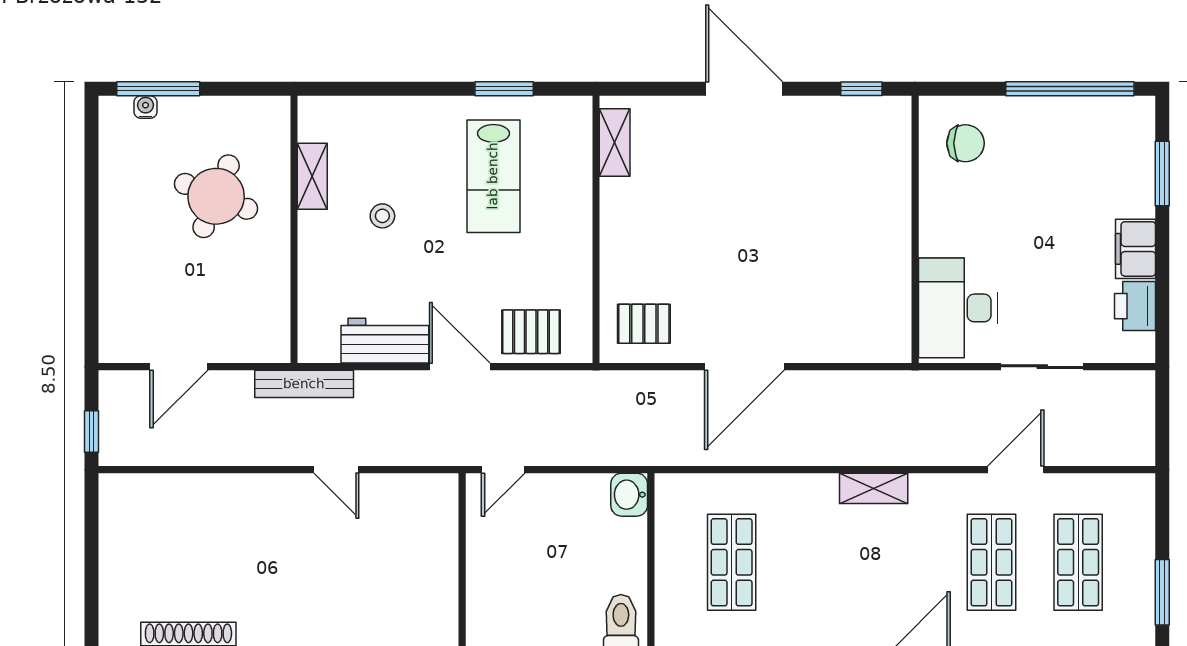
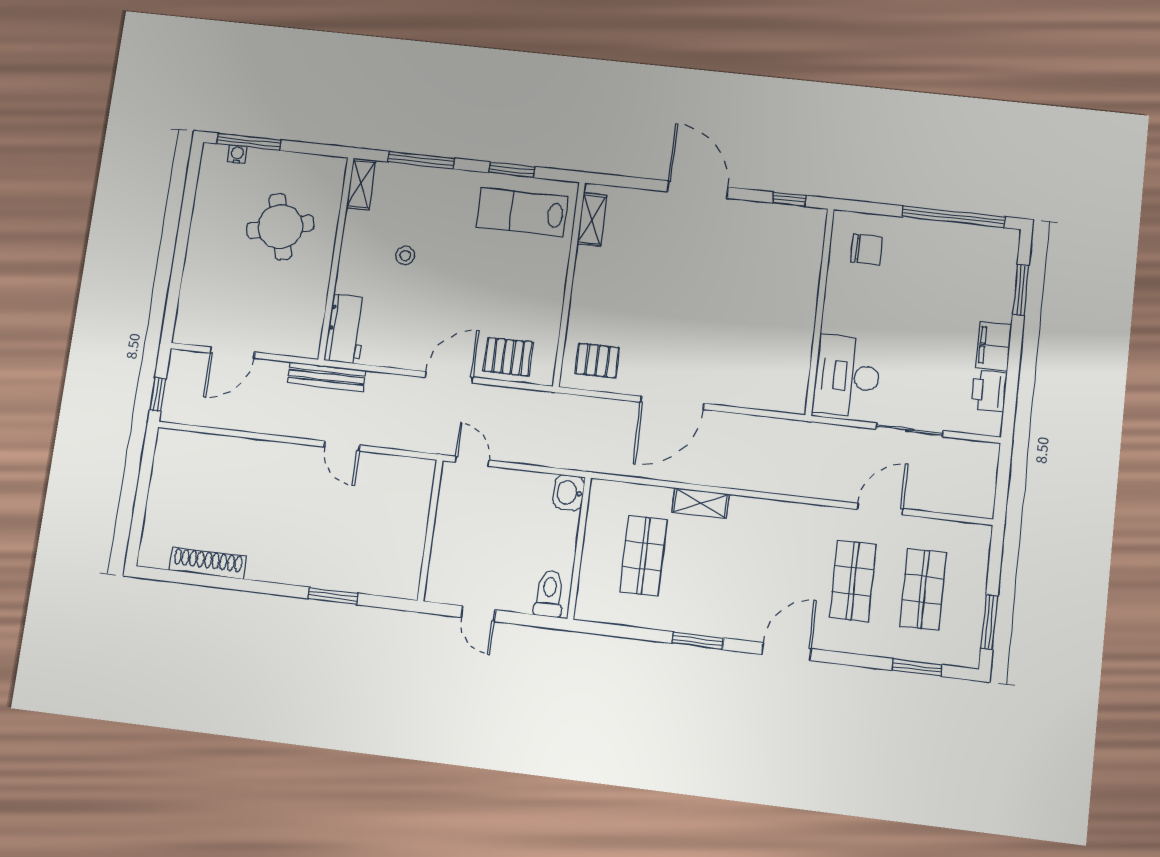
window: (386, 89) -> (421, 160), added
shelving: (312, 176) -> (361, 184), moved
lab bench: (493, 176) -> (522, 212), moved, turned 90
round table: (216, 196) -> (280, 227), turned -36
workbench: (385, 341) -> (346, 329), moved, turned 90
door: (460, 367) -> (449, 377), hinge flipped
door: (503, 470) -> (472, 461), swing flipped
shelving: (874, 488) -> (700, 503), moved

